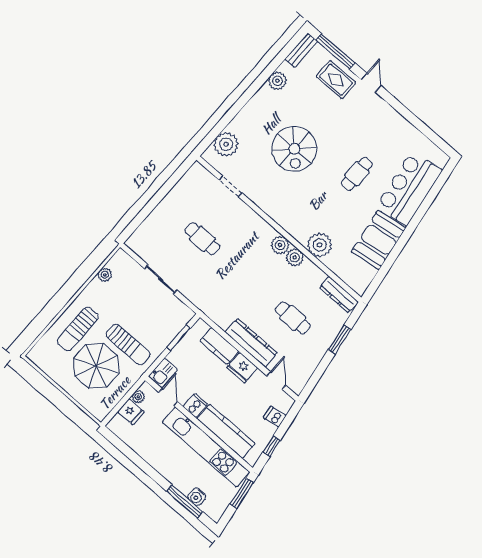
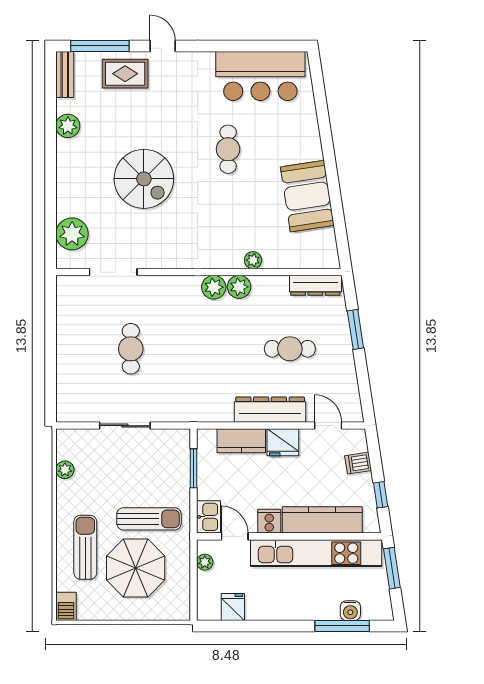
doorway: (231, 186) -> (113, 272), width x1.38
bar counter: (409, 188) -> (260, 76), moved, turned -81
cafe table: (202, 239) -> (131, 349), turned 90
plant: (320, 245) -> (253, 260), width x0.53, depth x0.53
sun lounger: (78, 329) -> (85, 547), turned 180
barbecue: (37, 353) -> (66, 606), added
fridge: (131, 412) -> (233, 607), moved, turned -90

